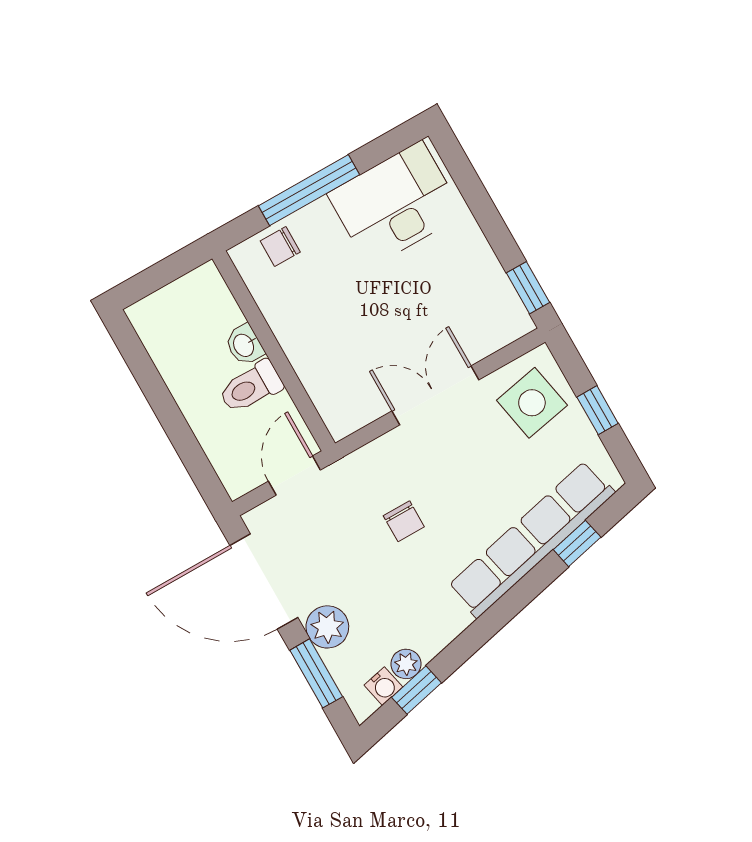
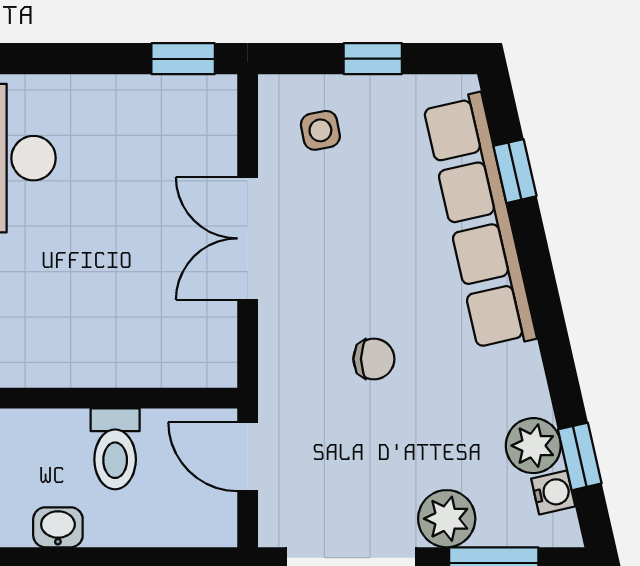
washbasin: (244, 345) -> (58, 527), moved, turned 180
side table: (532, 403) -> (320, 130), width x0.54, depth x0.54
plant: (406, 664) -> (533, 446), width x1.38, depth x1.38

